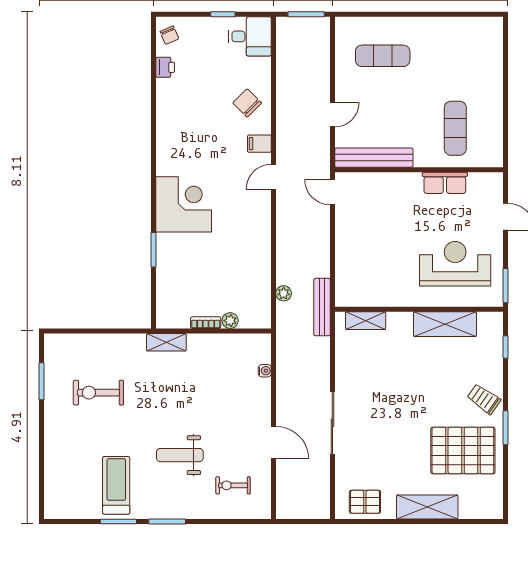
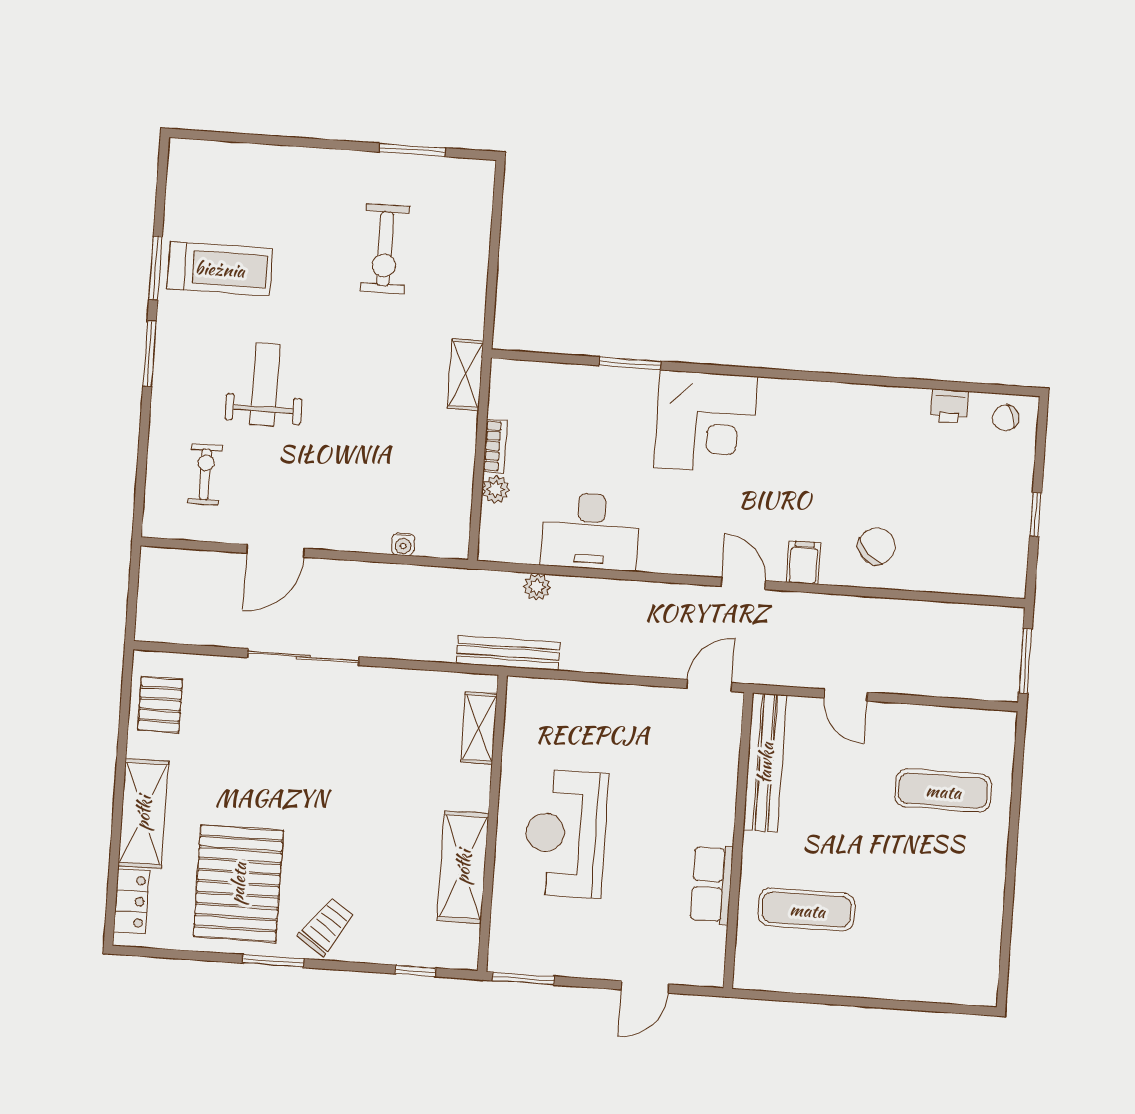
desk: (250, 36) -> (591, 531), moved, width x1.37
exercise mat: (383, 56) -> (943, 791), turned 90
reception desk: (455, 264) -> (566, 834), moved, turned 180
exercise bike: (98, 393) -> (385, 249), turned 180
locker: (477, 510) -> (131, 901), added

